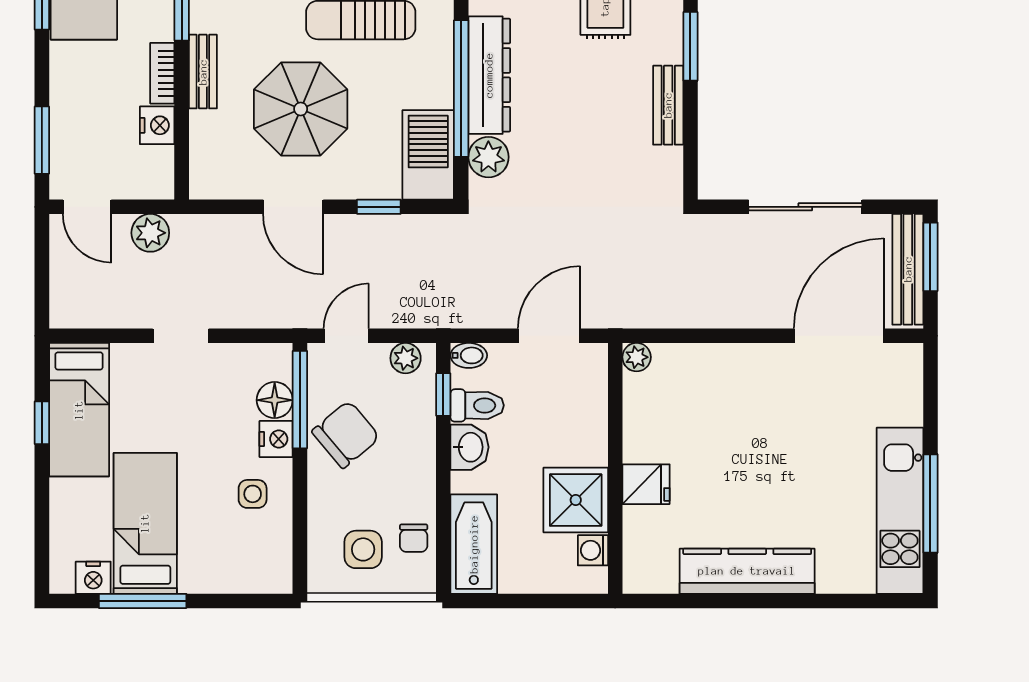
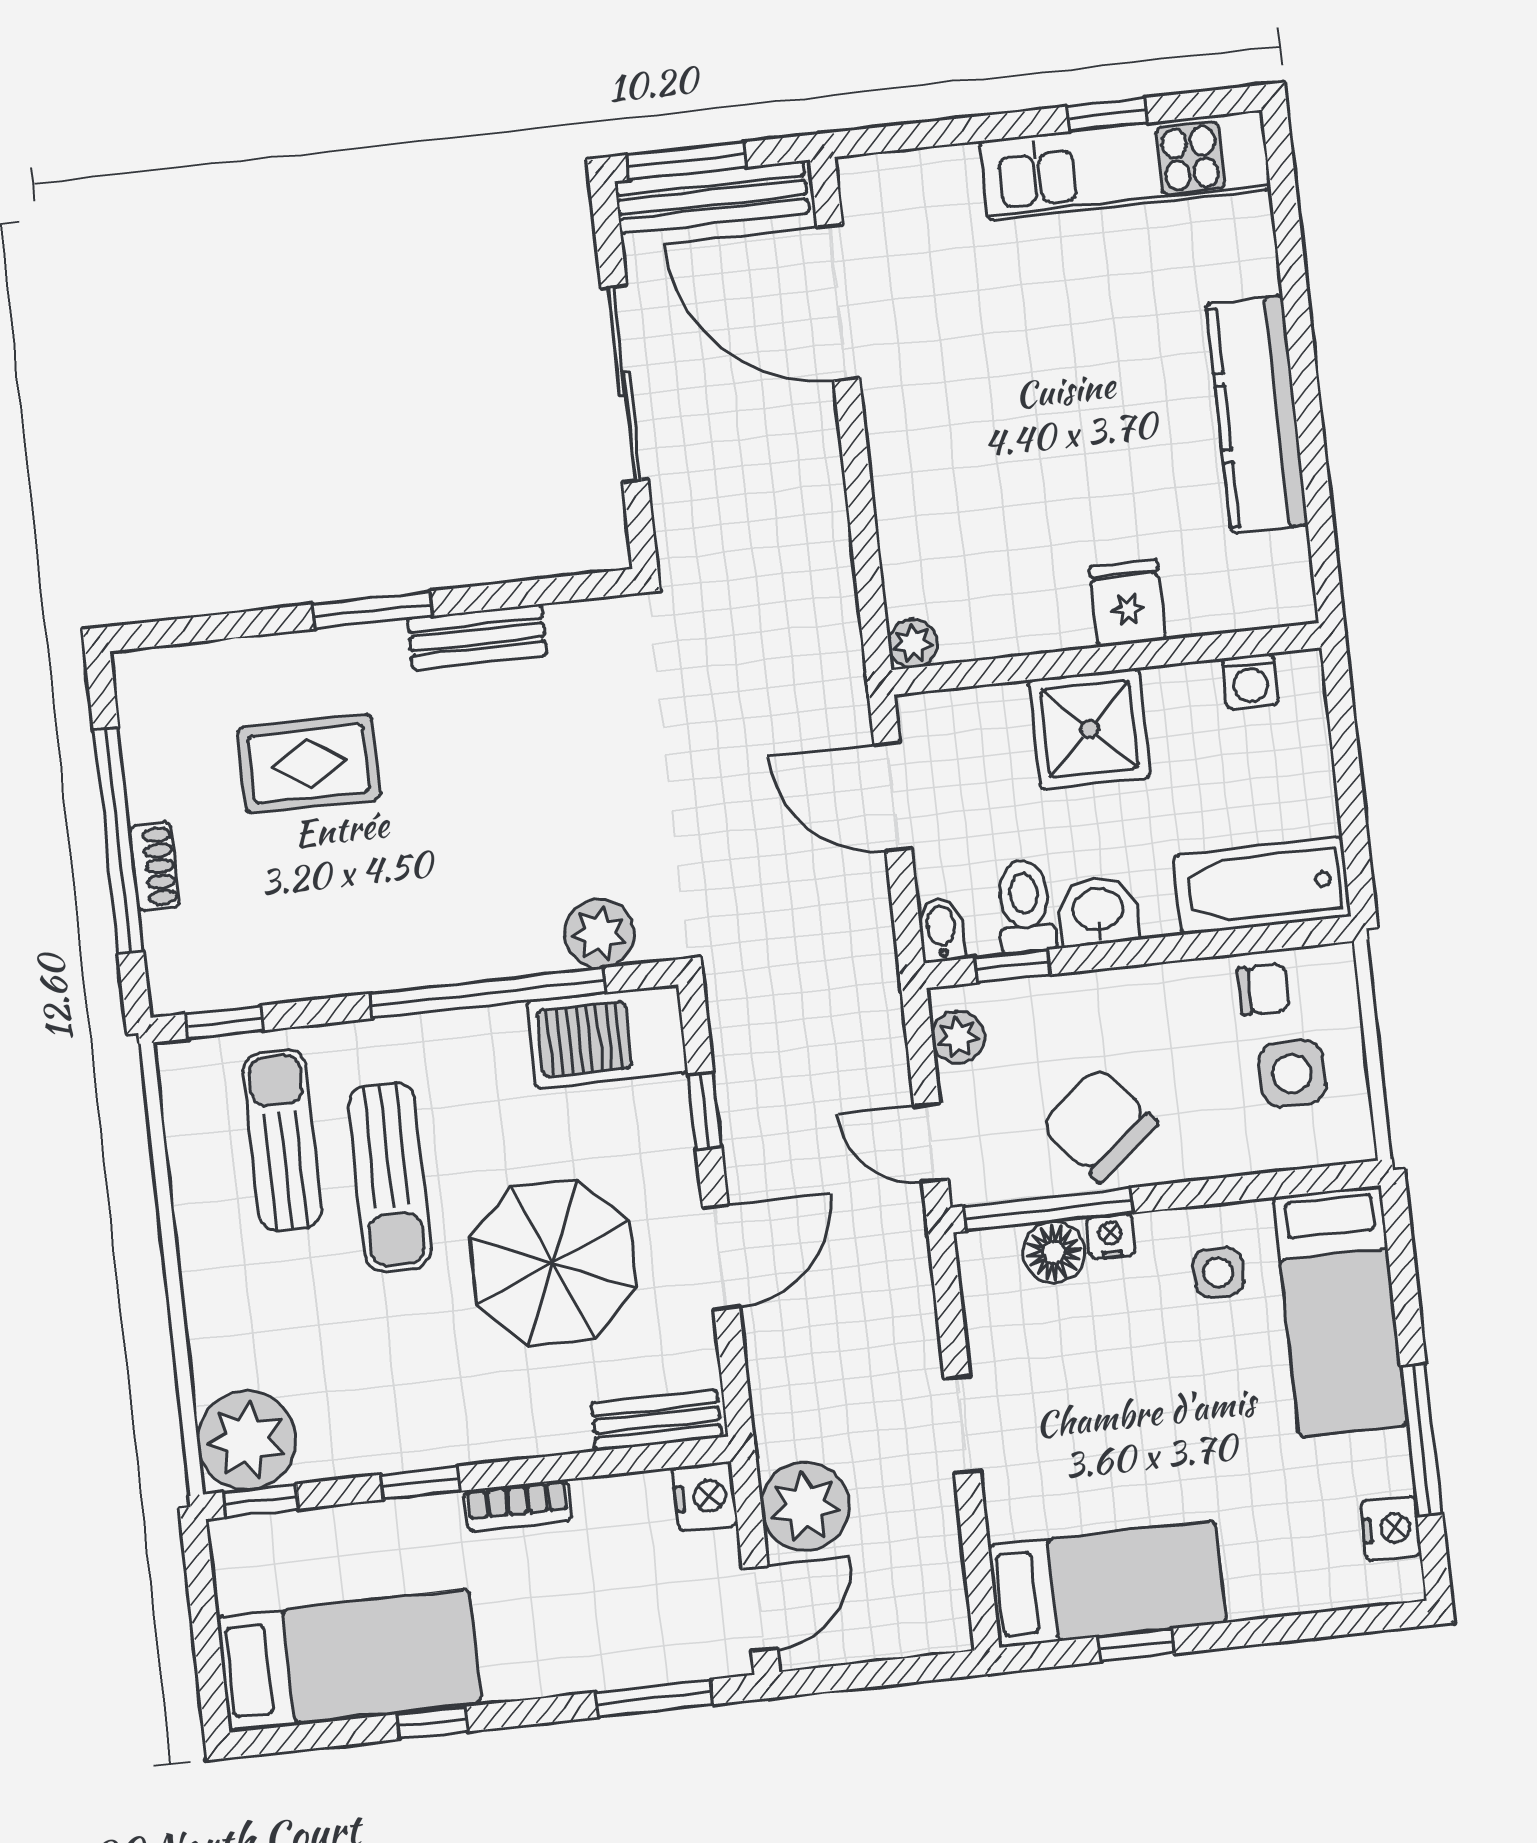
bench: (203, 72) -> (656, 1420), moved
dresser: (489, 75) -> (460, 948), removed
nightstand: (157, 125) -> (705, 1496), moved, turned 90
plant: (150, 233) -> (805, 1506), width x1.36, depth x1.36
nightstand: (276, 439) -> (1111, 1236), width x0.72, depth x0.74
shower: (576, 500) -> (1089, 729), moved
window: (930, 504) -> (1107, 115), width x0.46
bed: (145, 523) -> (1340, 1311), moved, turned -90

